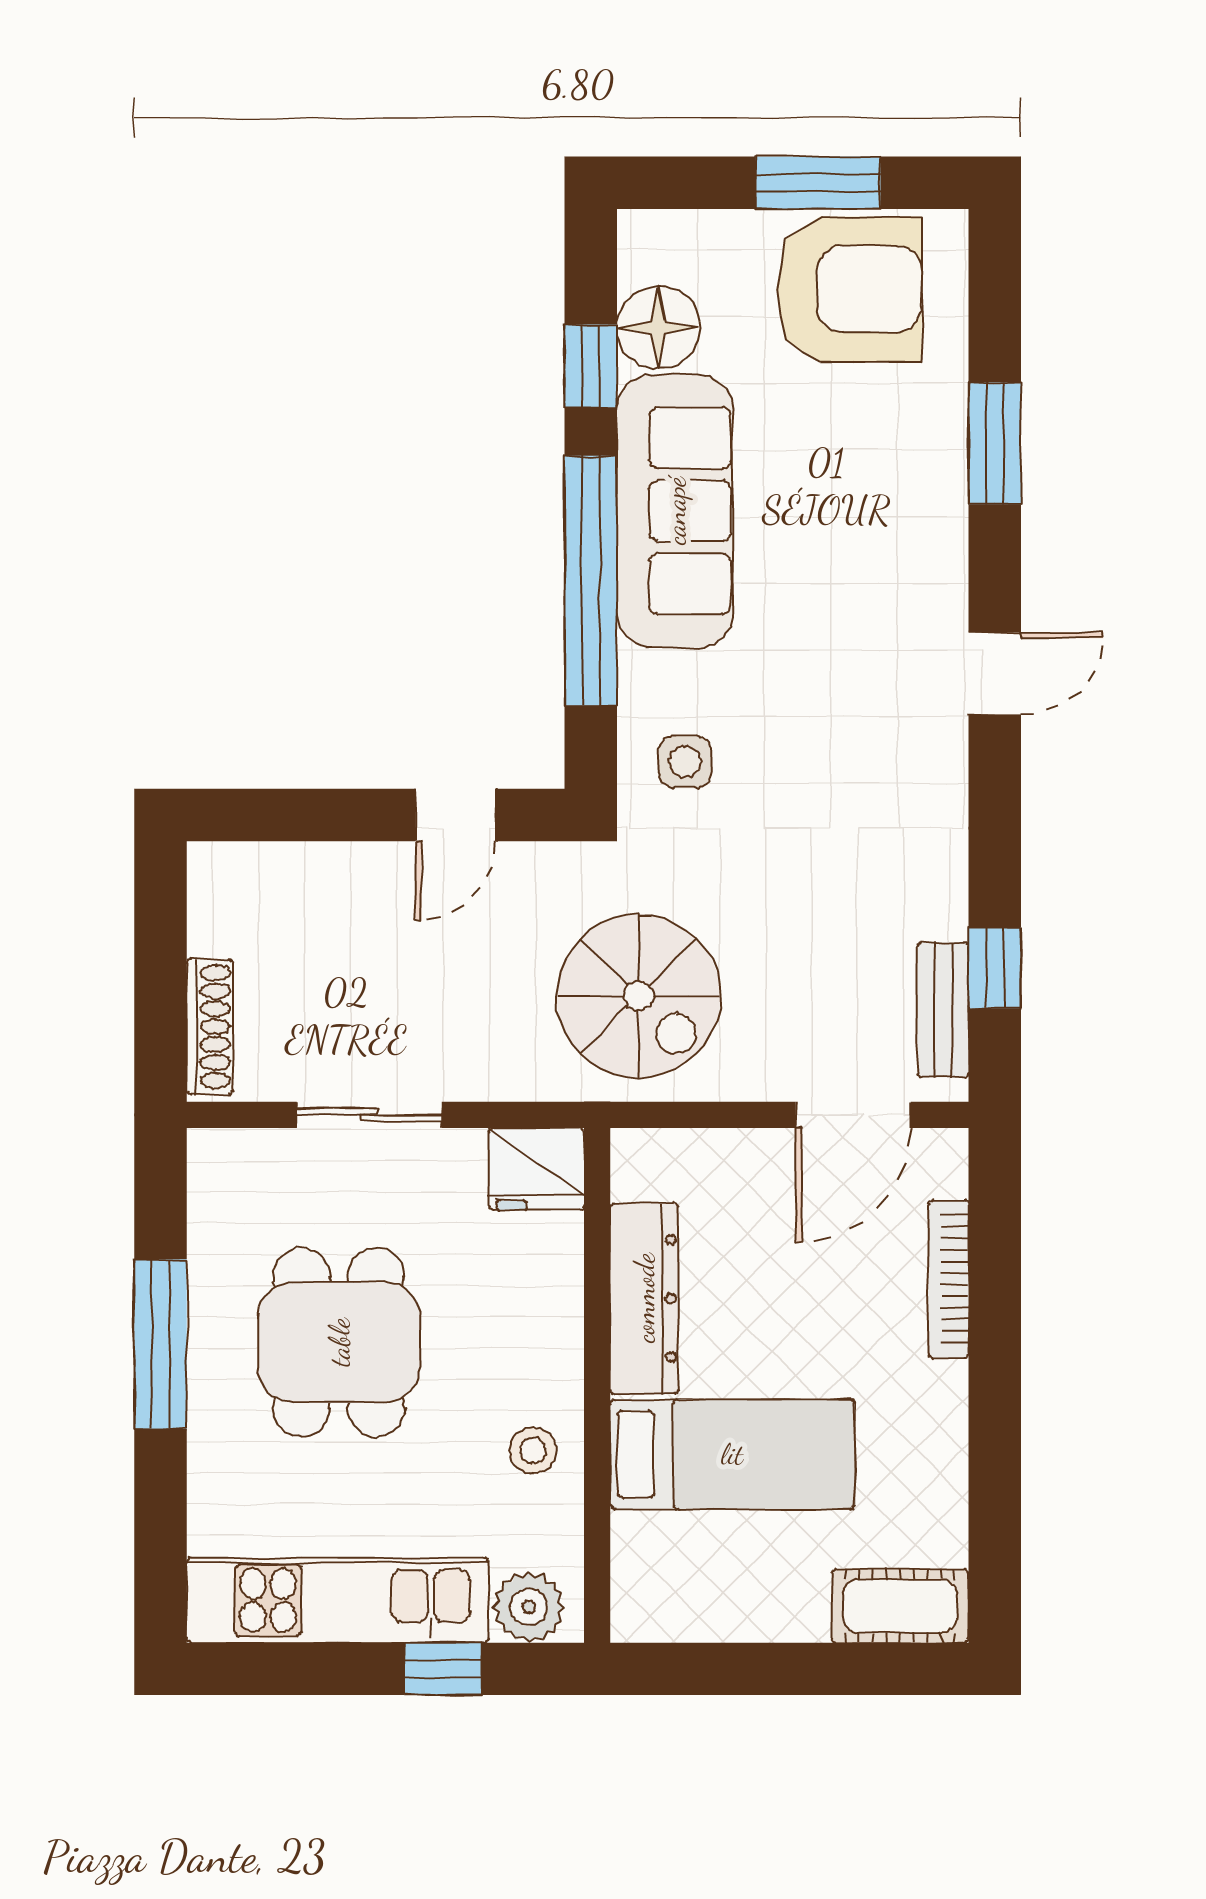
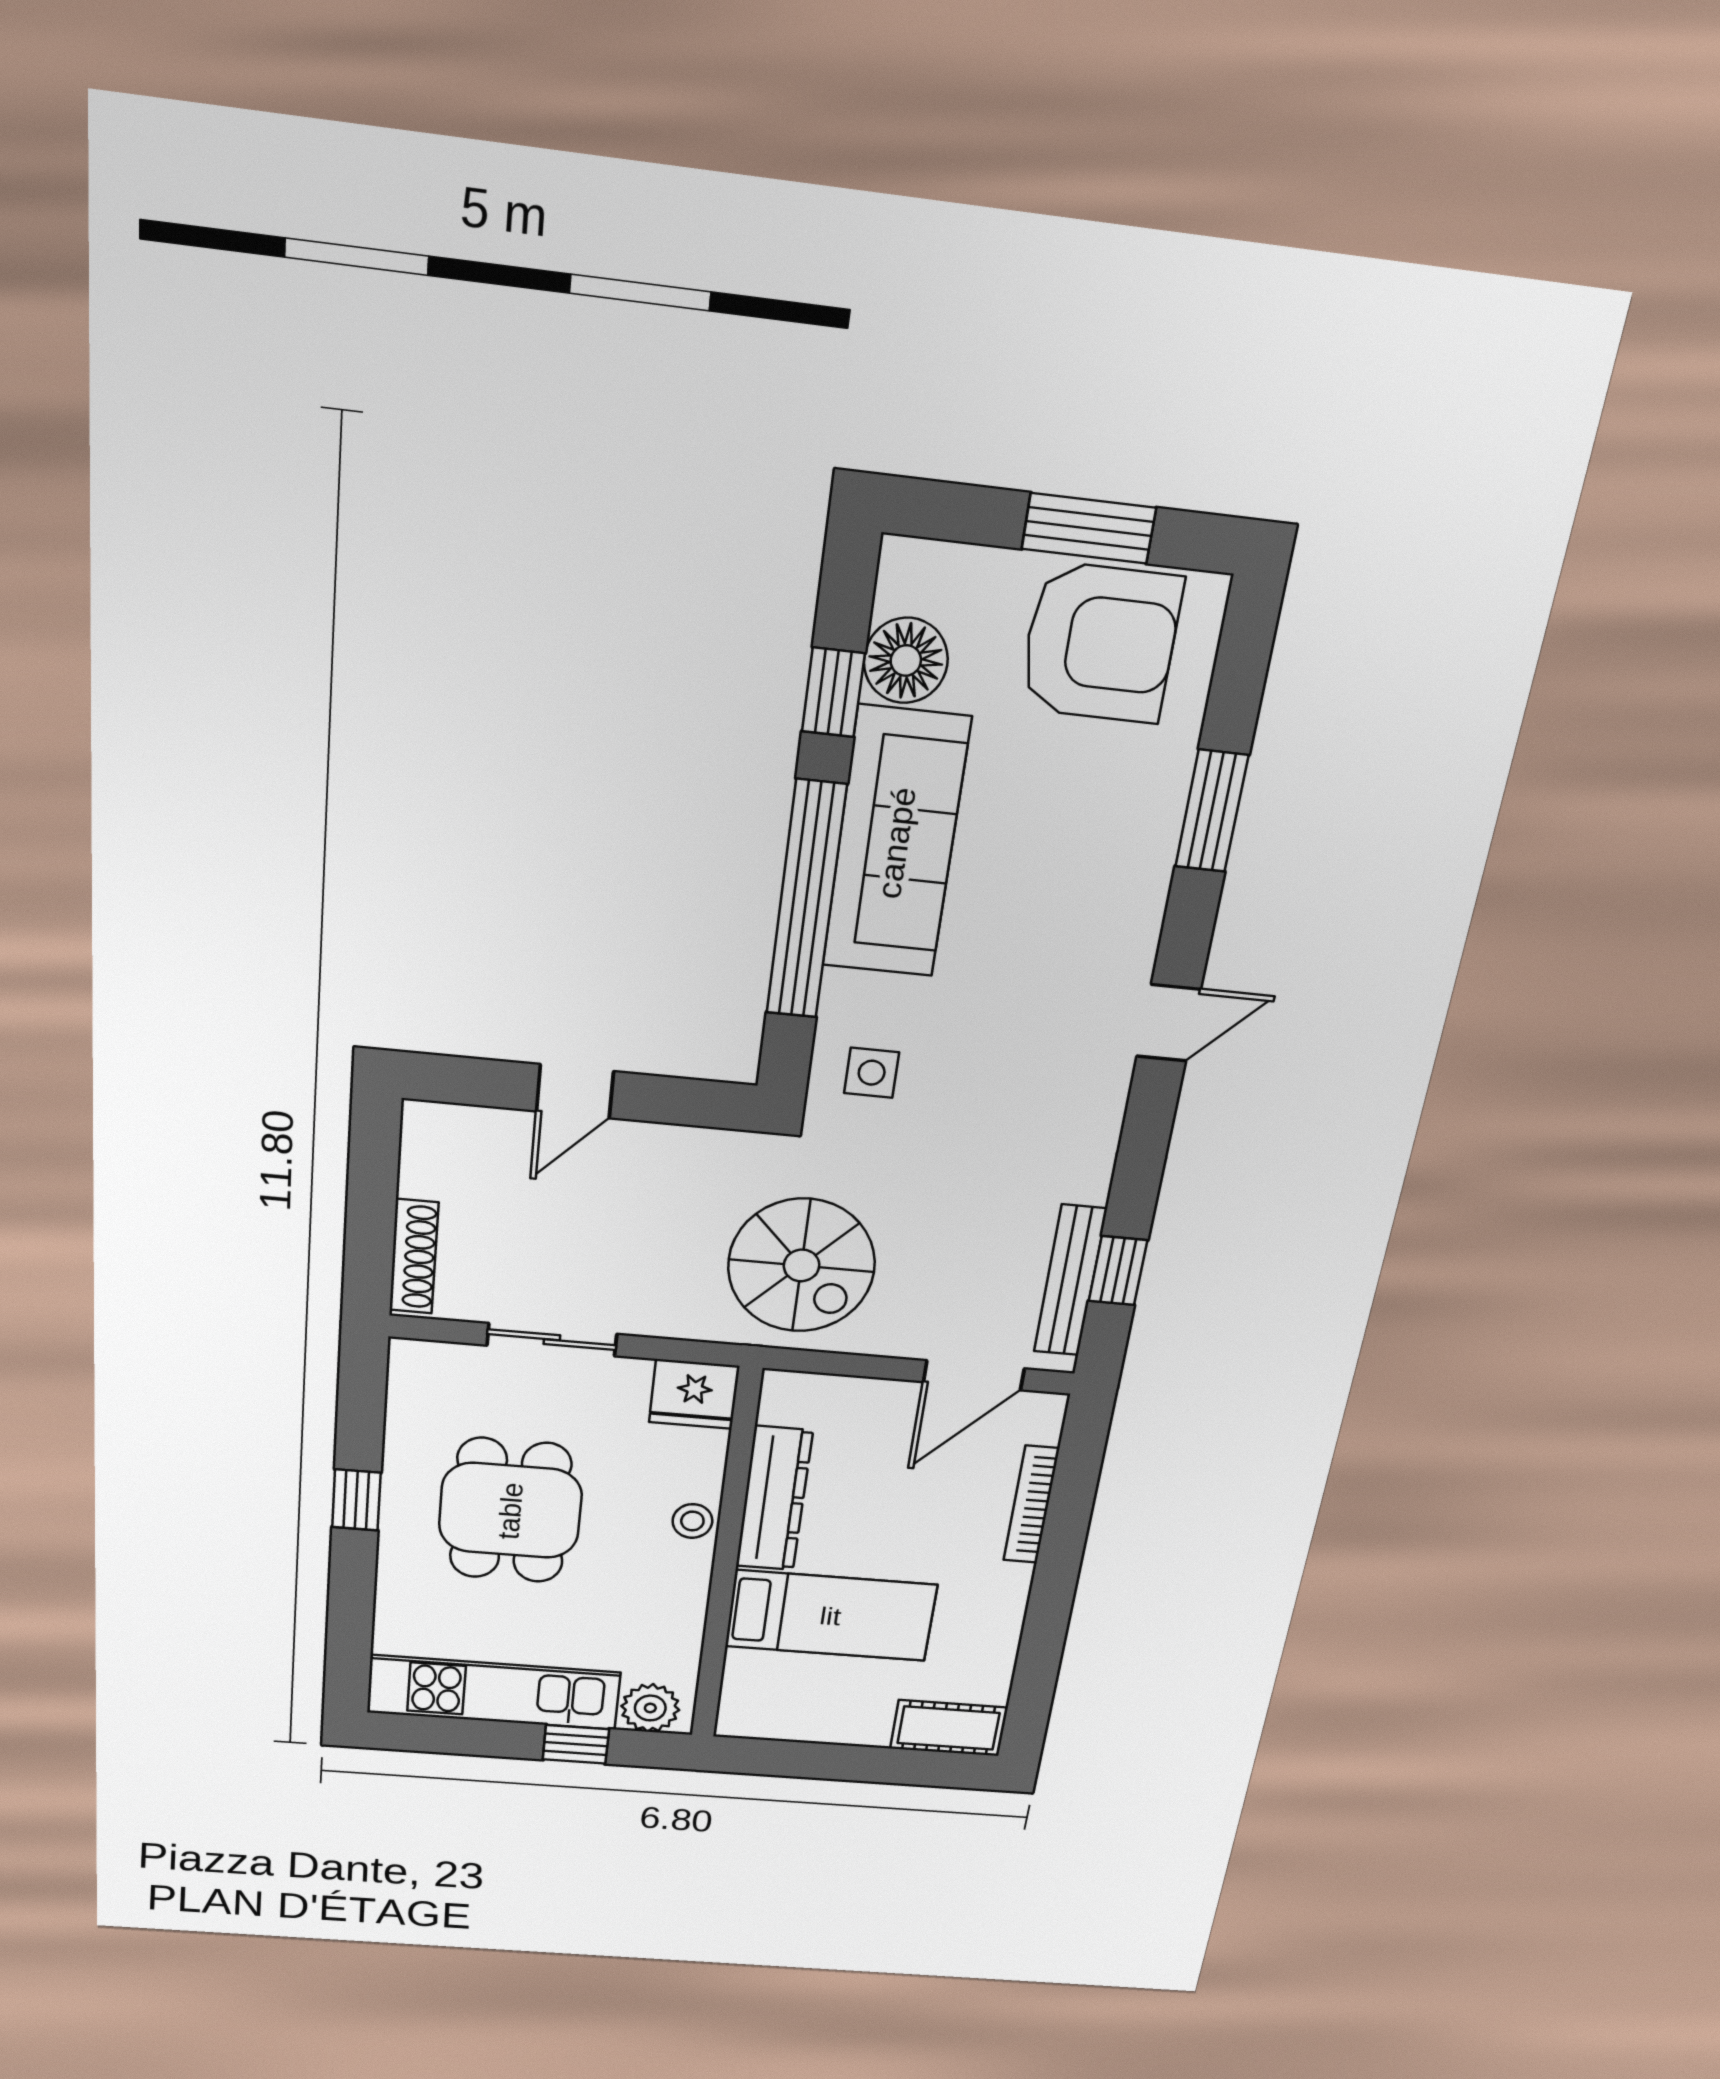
door: (455, 815) -> (575, 1091), moved
bench: (943, 1010) -> (1070, 1281), width x1.36
window: (160, 1344) -> (356, 1500), width x0.46
stool: (533, 1451) -> (692, 1521), moved

